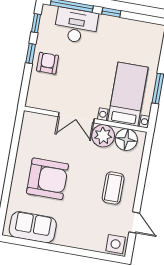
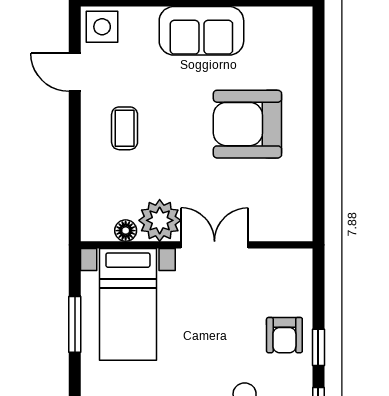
floor lamp: (126, 140) -> (126, 231), width x0.53, depth x0.53
coffee table: (113, 188) -> (125, 128), width x0.73, depth x0.77
sofa: (33, 227) -> (201, 31), moved

